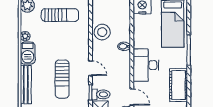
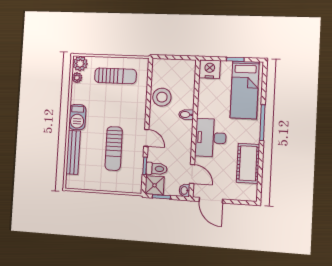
plant: (25, 36) -> (77, 78), moved

